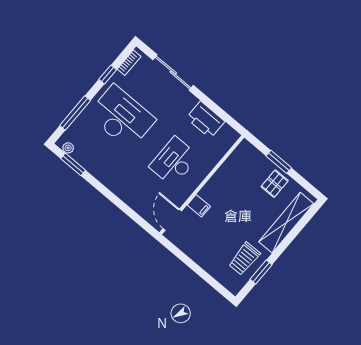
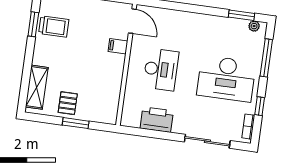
shelving: (286, 223) -> (37, 87), width x0.68
trolley: (244, 259) -> (54, 26), turned 91

